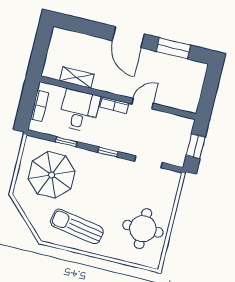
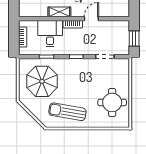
shelving: (77, 78) -> (59, 12), moved

